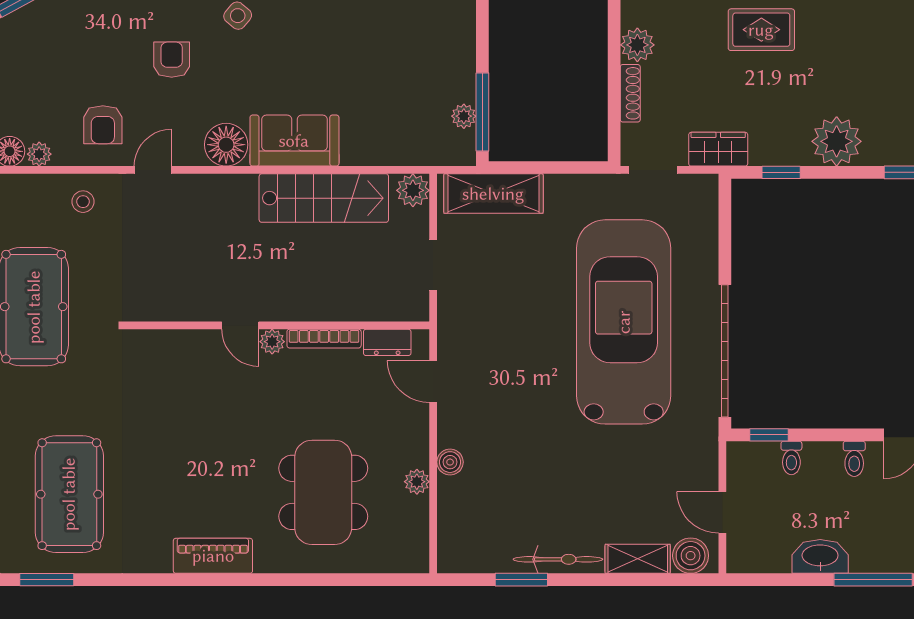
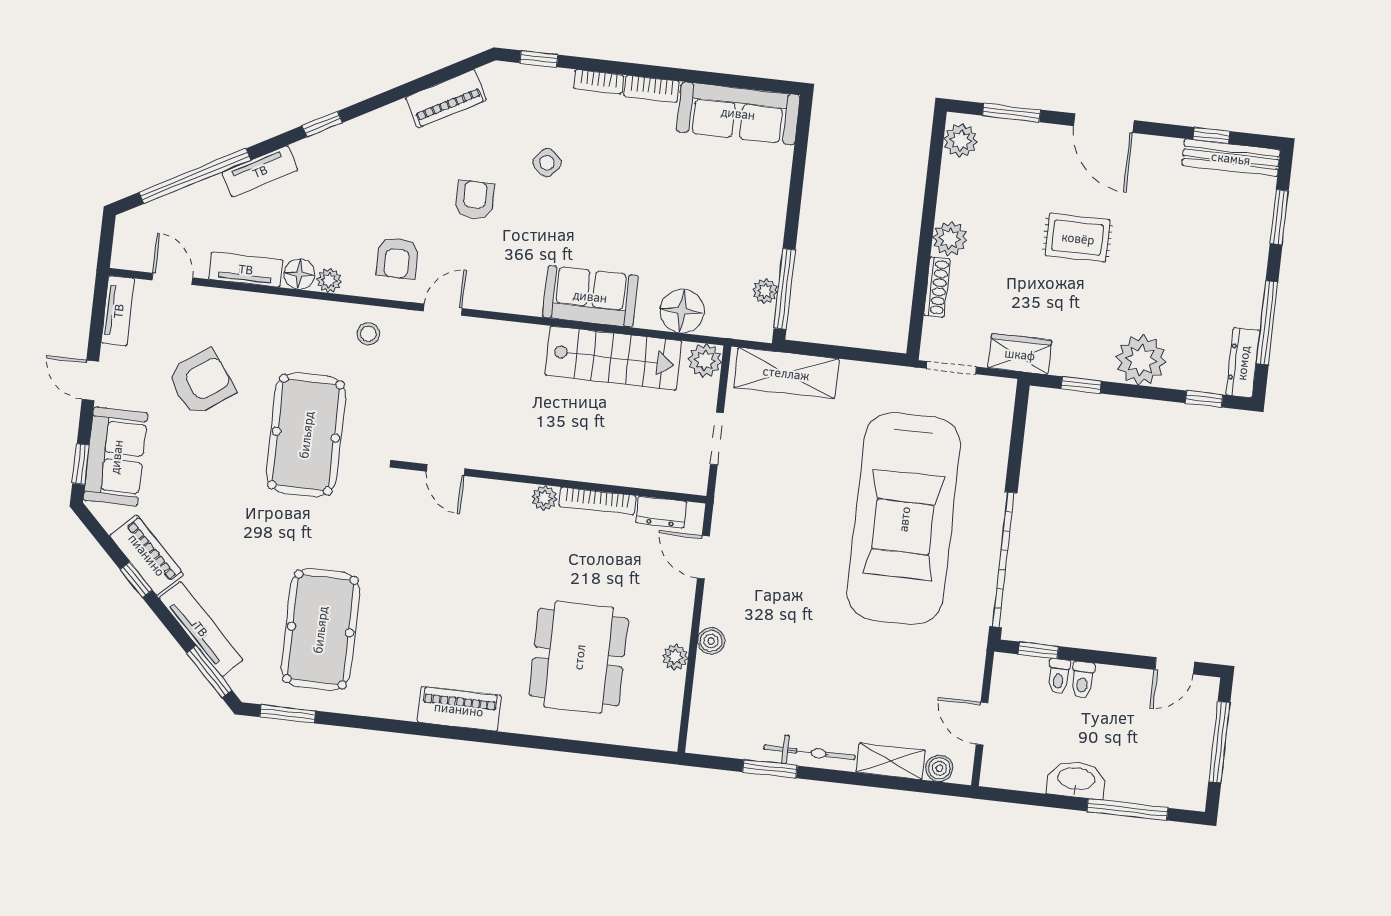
floor lamp: (226, 145) -> (682, 311), moved
car: (624, 322) -> (904, 519), turned 180
door: (240, 325) -> (446, 470), moved
toilet: (854, 459) -> (1083, 680), moved
boiler: (691, 556) -> (939, 768), width x0.73, depth x0.73

